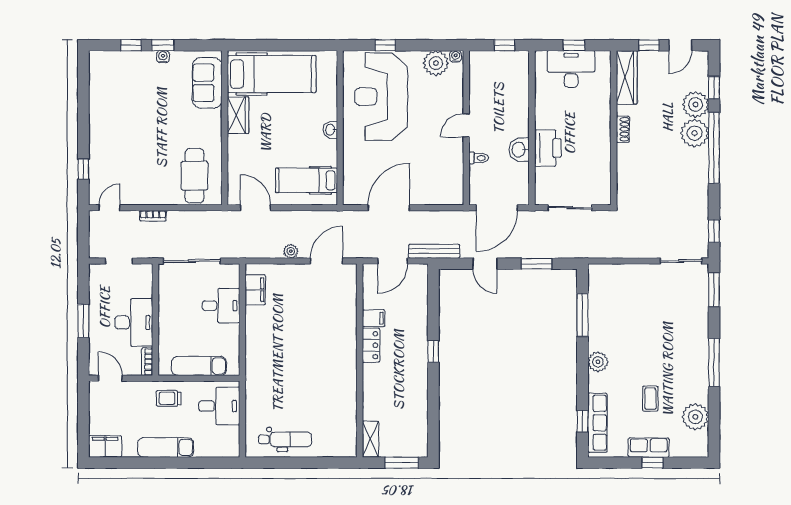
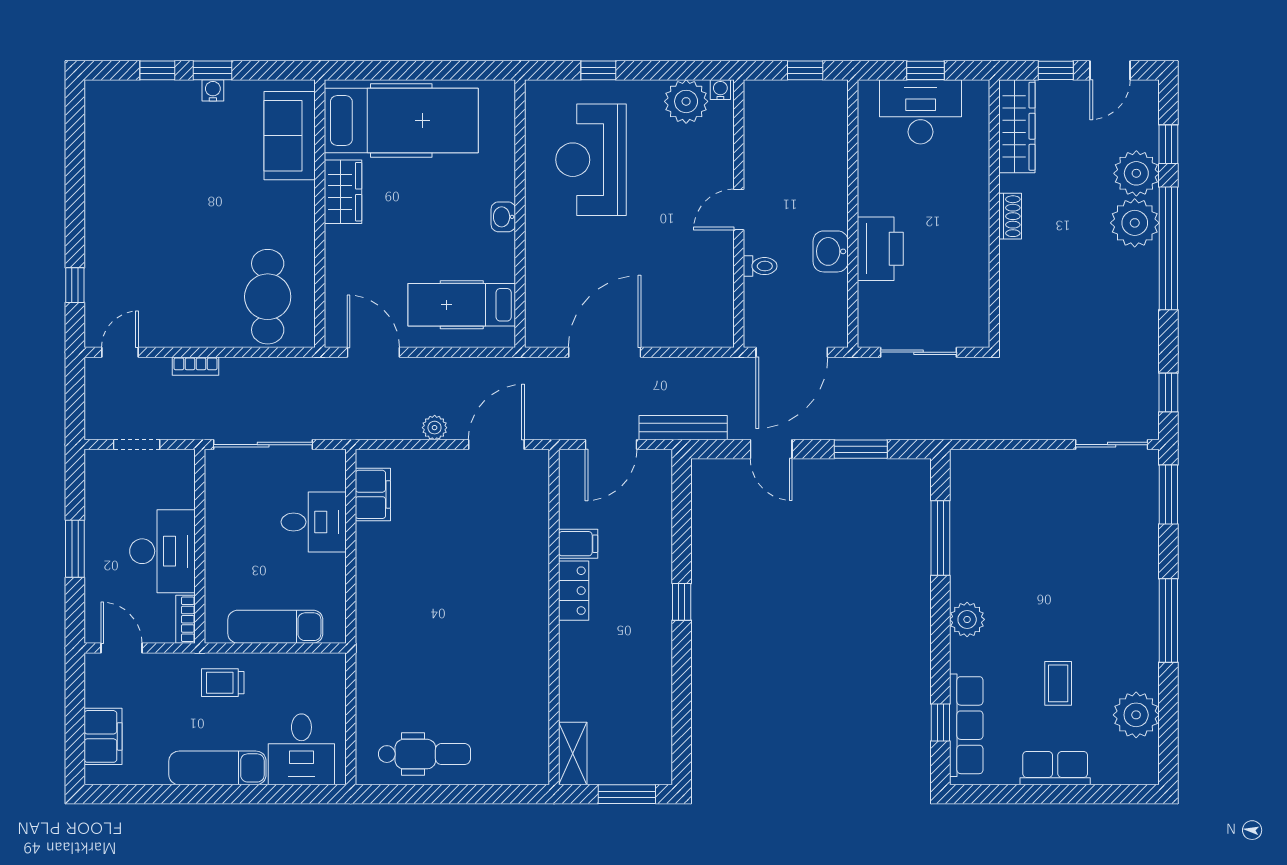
reception desk: (381, 97) -> (591, 160), width x0.74, depth x0.77
desk: (219, 406) -> (301, 749), moved, turned 90
filing cabinet: (105, 446) -> (103, 736), moved, turned 90
window: (652, 463) -> (1062, 794), removed

